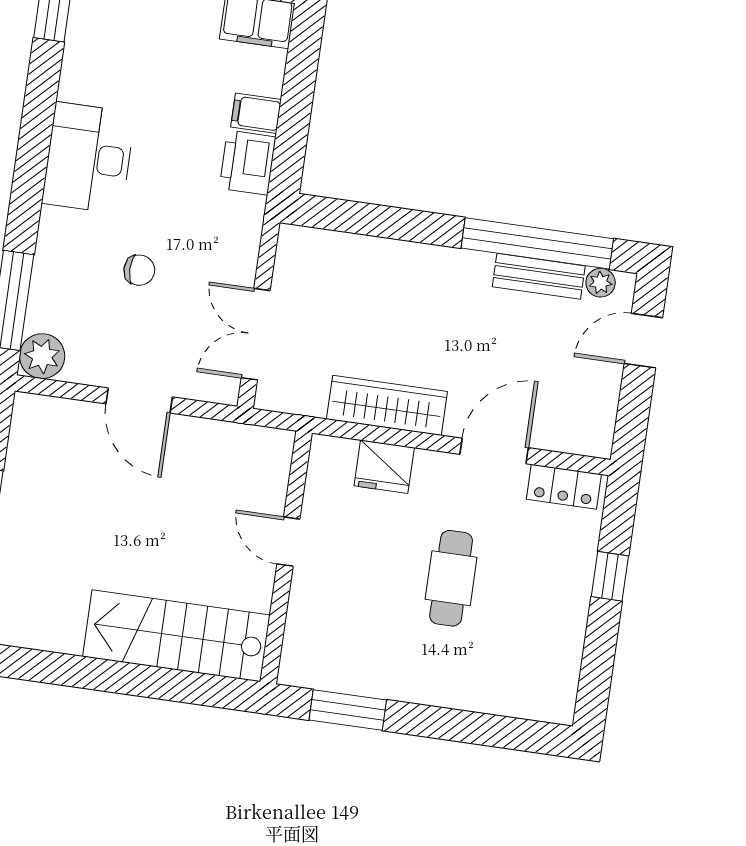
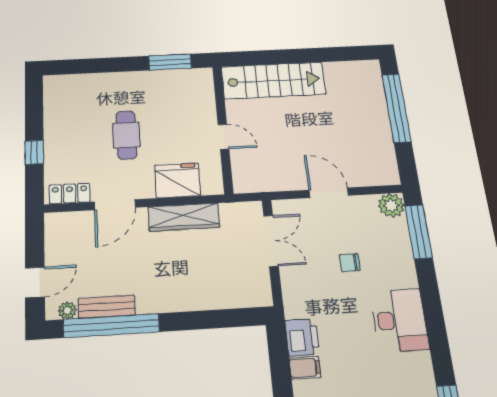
fridge: (384, 467) -> (178, 180), width x1.36, depth x1.34

